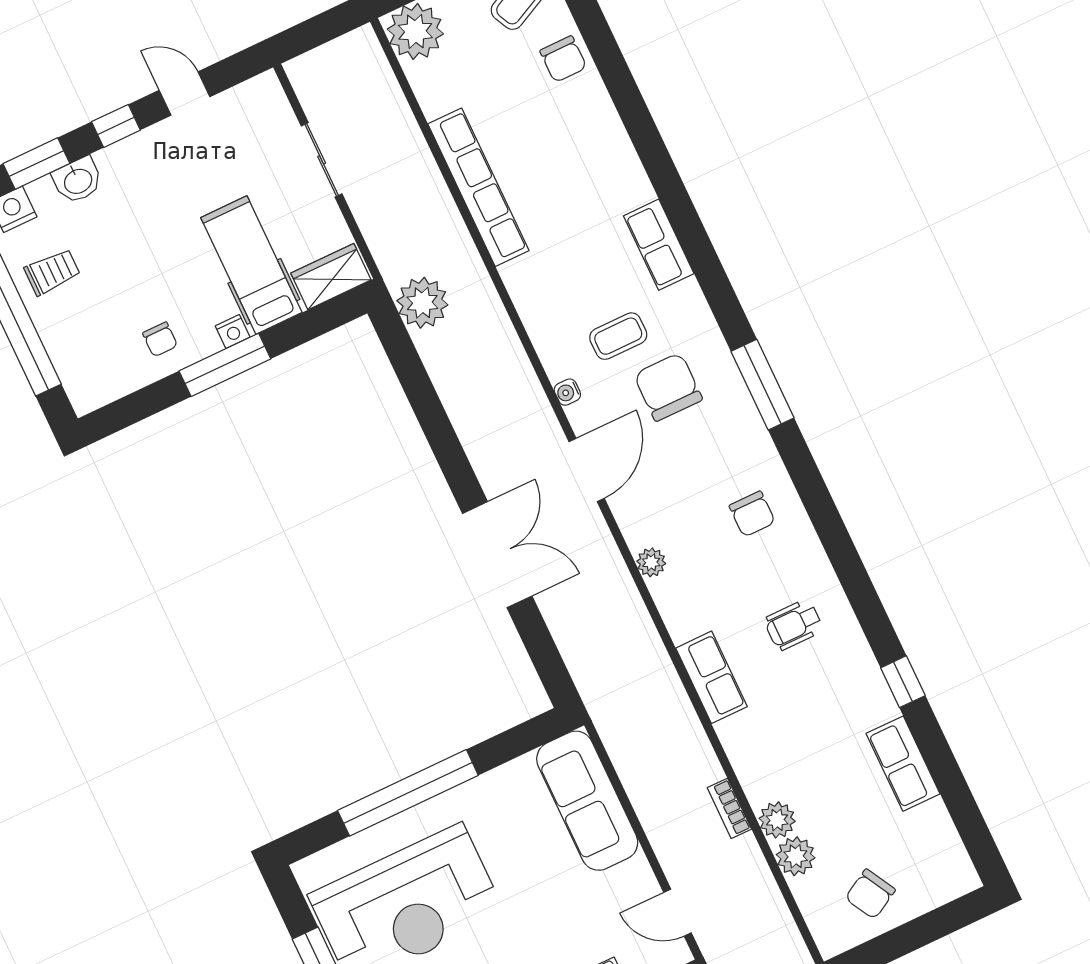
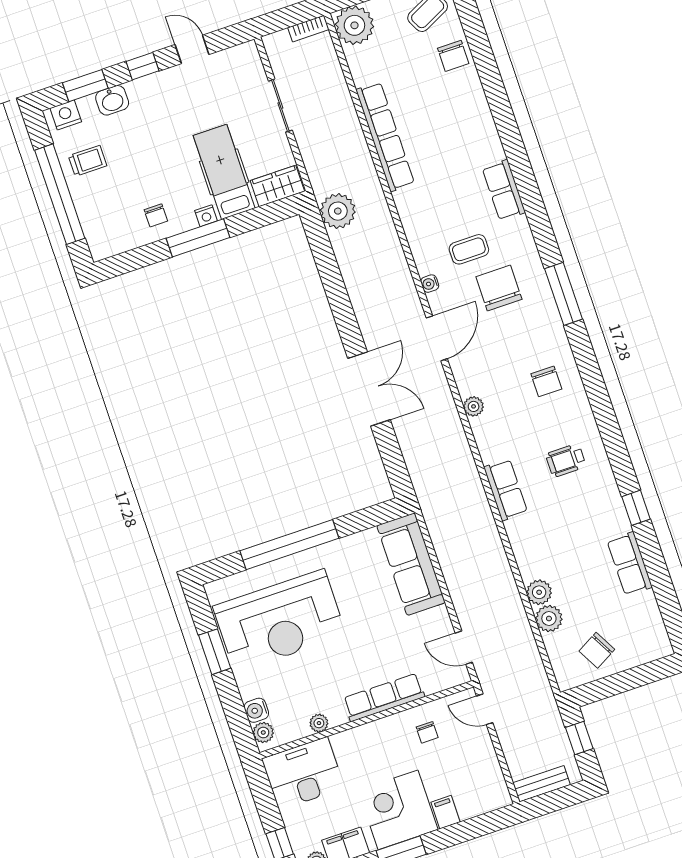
bookcase: (729, 808) -> (308, 29), moved, turned -90

